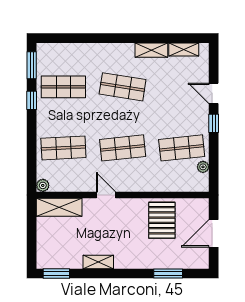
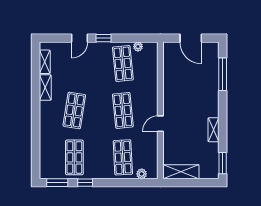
plant: (43, 185) -> (142, 174), moved
shelving: (59, 207) -> (181, 172), moved, turned 90
pallet: (162, 220) -> (180, 79), removed
window: (168, 273) -> (223, 74), width x1.44

